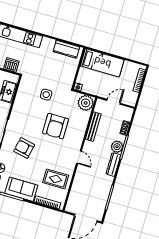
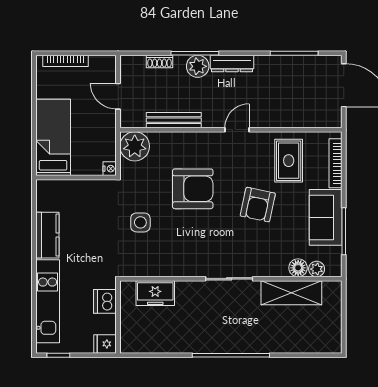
kitchen counter: (66, 49) -> (47, 235), moved
armchair: (24, 148) -> (258, 205), moved

